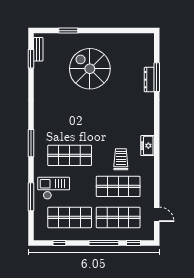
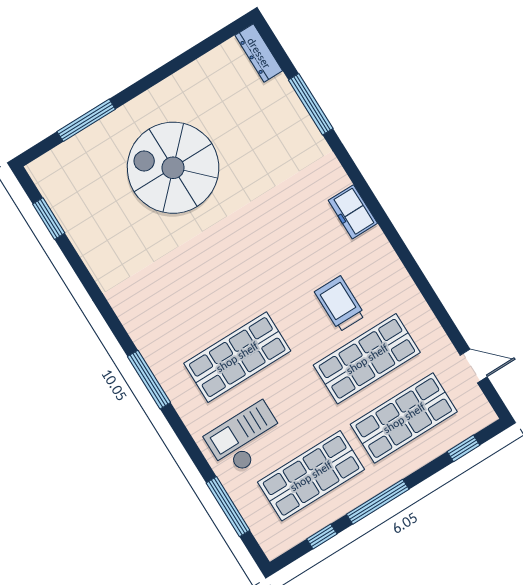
window: (68, 31) -> (86, 120), width x1.44
bench: (38, 49) -> (51, 192), removed
dresser: (149, 80) -> (259, 53), moved
freezer: (147, 146) -> (353, 212), moved
window: (31, 197) -> (228, 507), moved
window: (104, 243) -> (378, 502), moved

